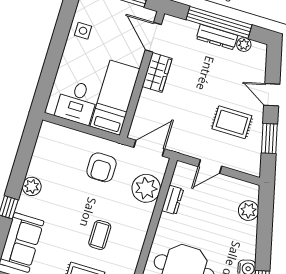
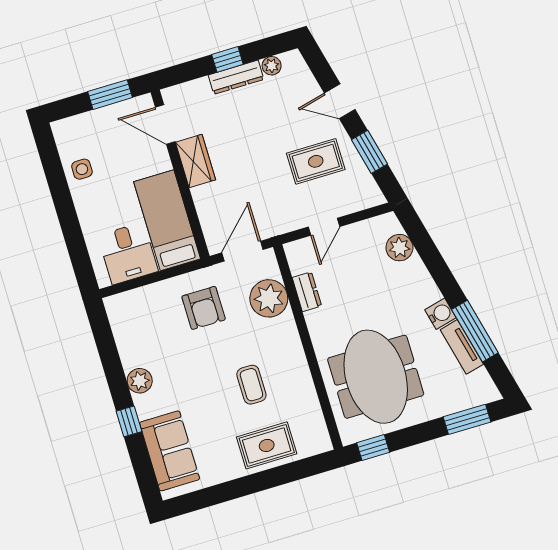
window: (219, 22) -> (227, 59), width x0.32

